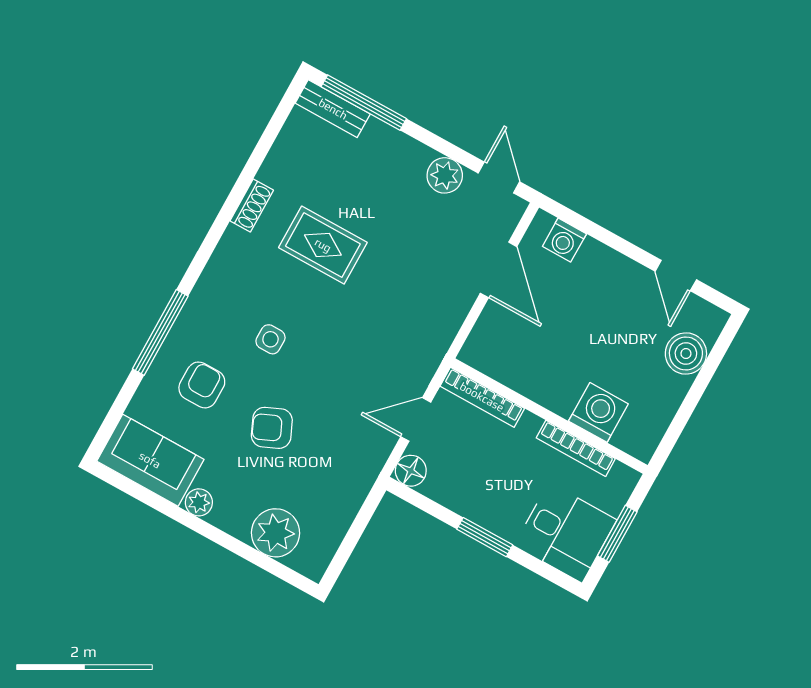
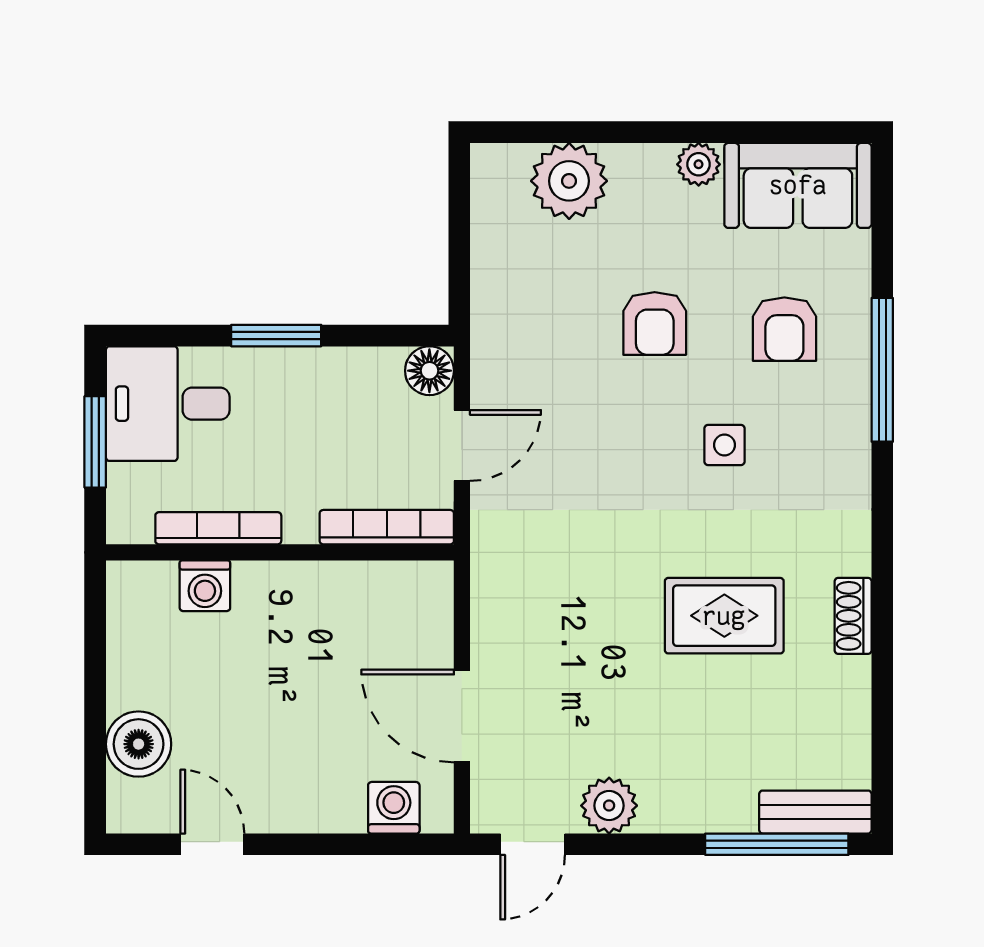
door: (499, 177) -> (533, 844), hinge flipped
washing machine: (598, 412) -> (205, 586), width x0.73, depth x0.73
armchair: (272, 428) -> (655, 323), turned 114

